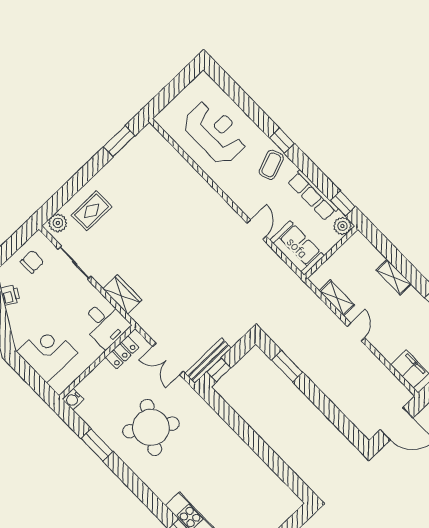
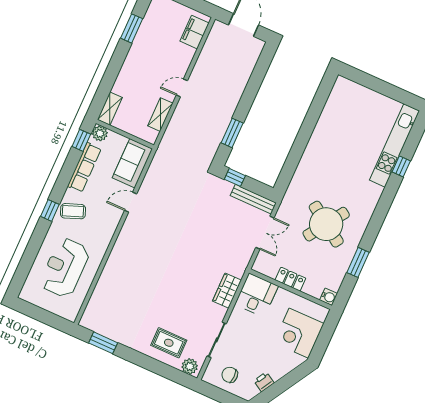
shelving: (394, 277) -> (110, 109), moved
locker: (122, 352) -> (290, 279), moved
window: (219, 370) -> (235, 177), moved

